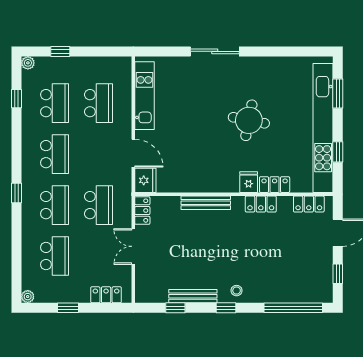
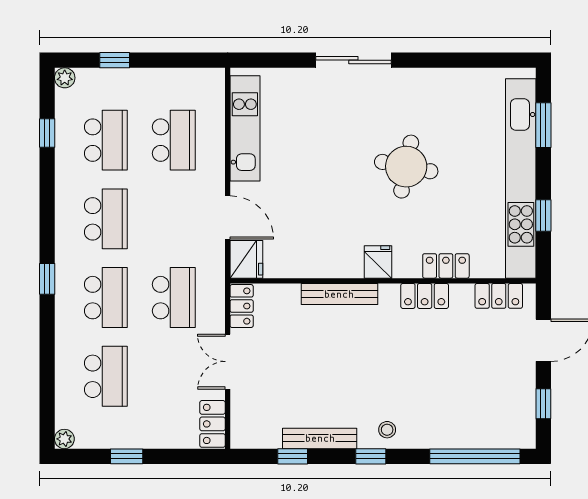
fridge: (249, 182) -> (378, 262), moved
locker: (106, 295) -> (212, 424), moved, turned -90

